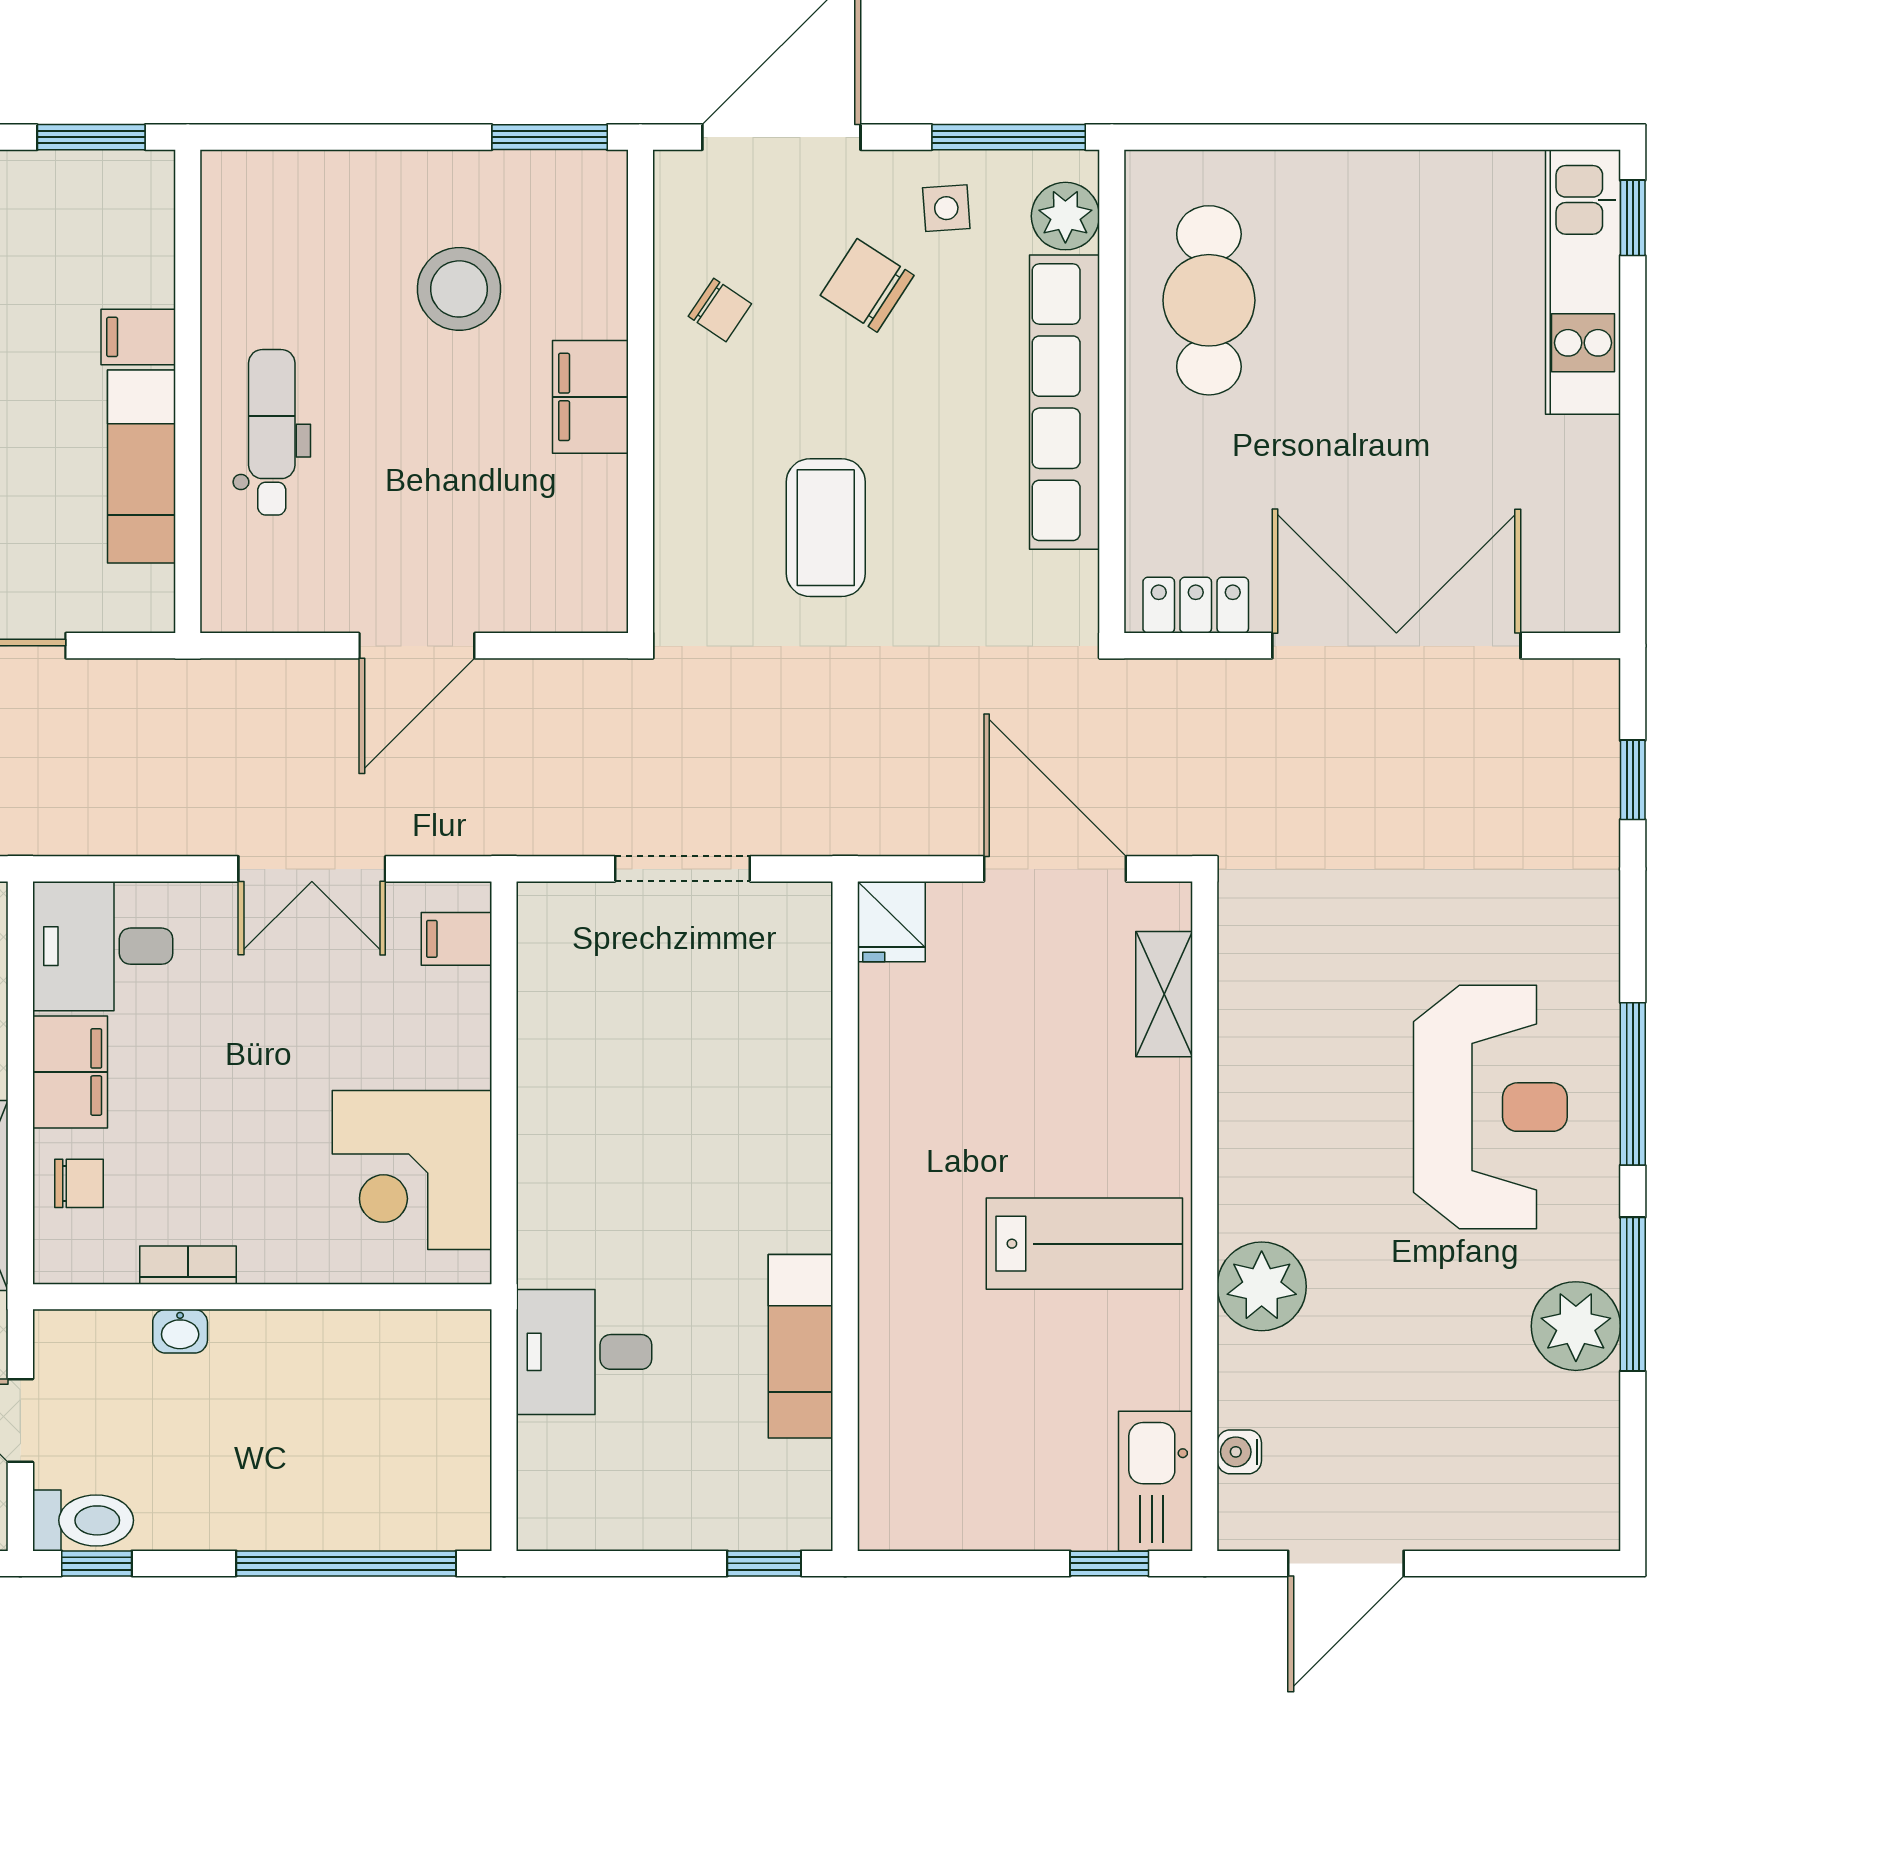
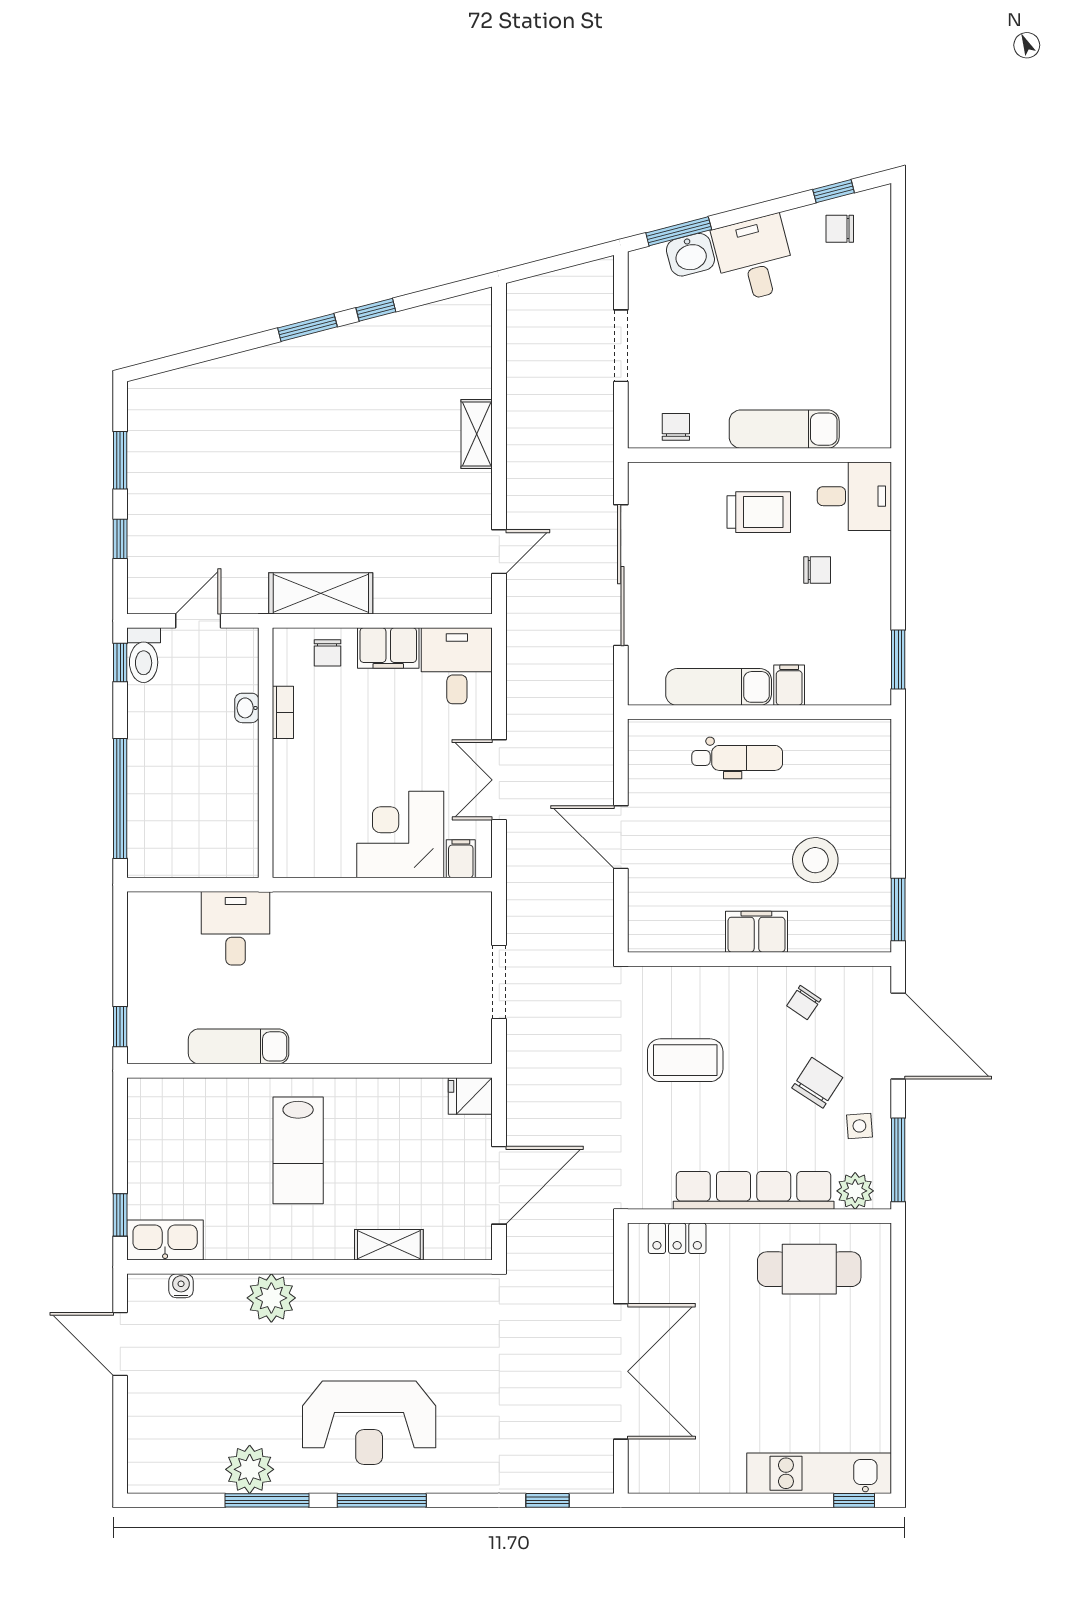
locker: (1196, 605) -> (677, 1238), moved, turned 90
shelving: (1164, 994) -> (389, 1245), moved
corner desk: (412, 1170) -> (400, 835), moved
lab bench: (1084, 1244) -> (298, 1150), moved

